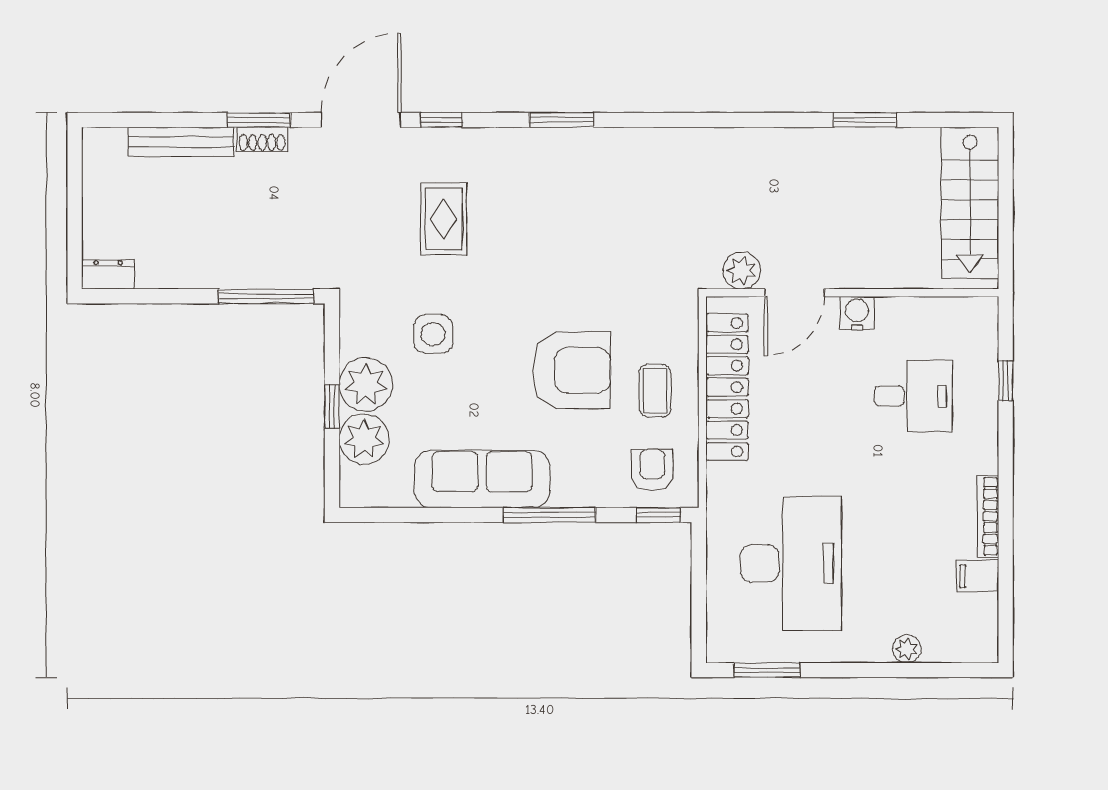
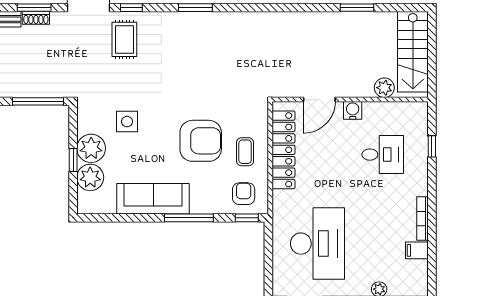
rug: (444, 219) -> (124, 39), moved
plant: (742, 271) -> (384, 88), moved

